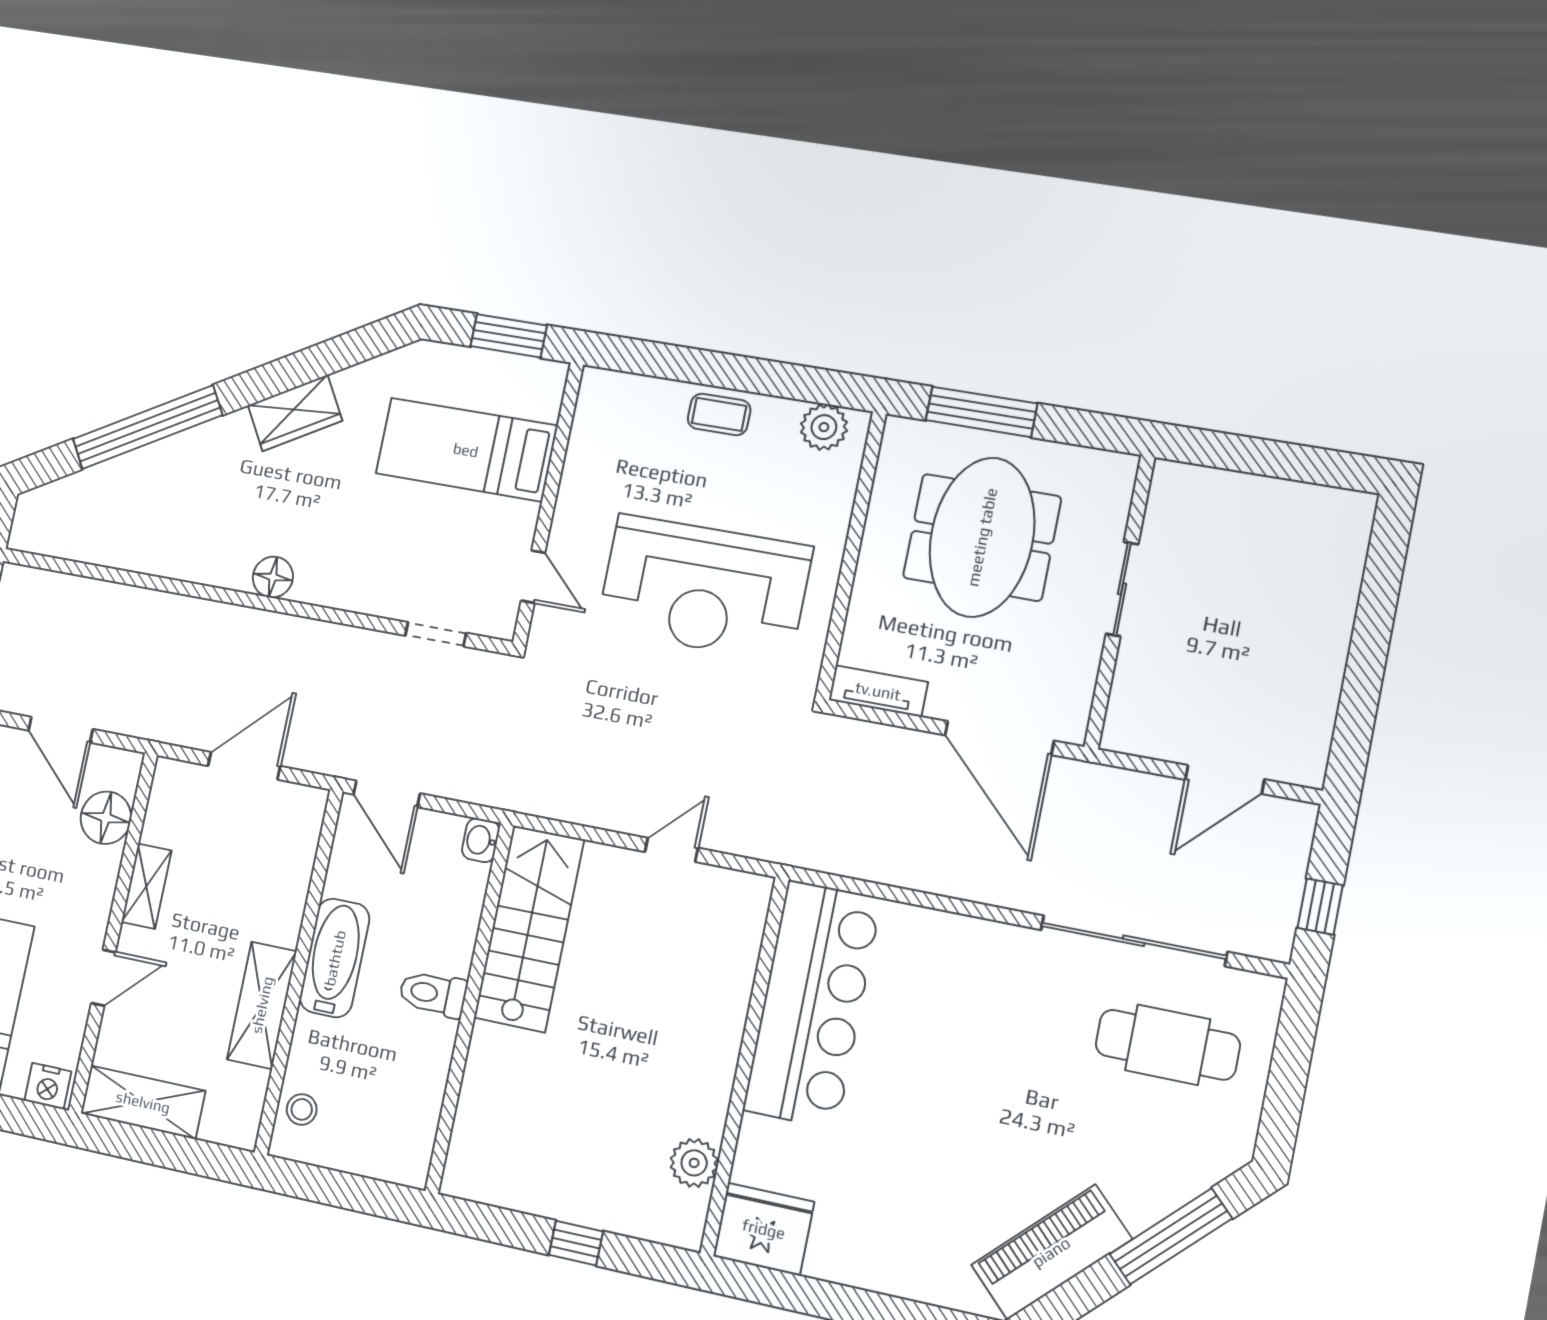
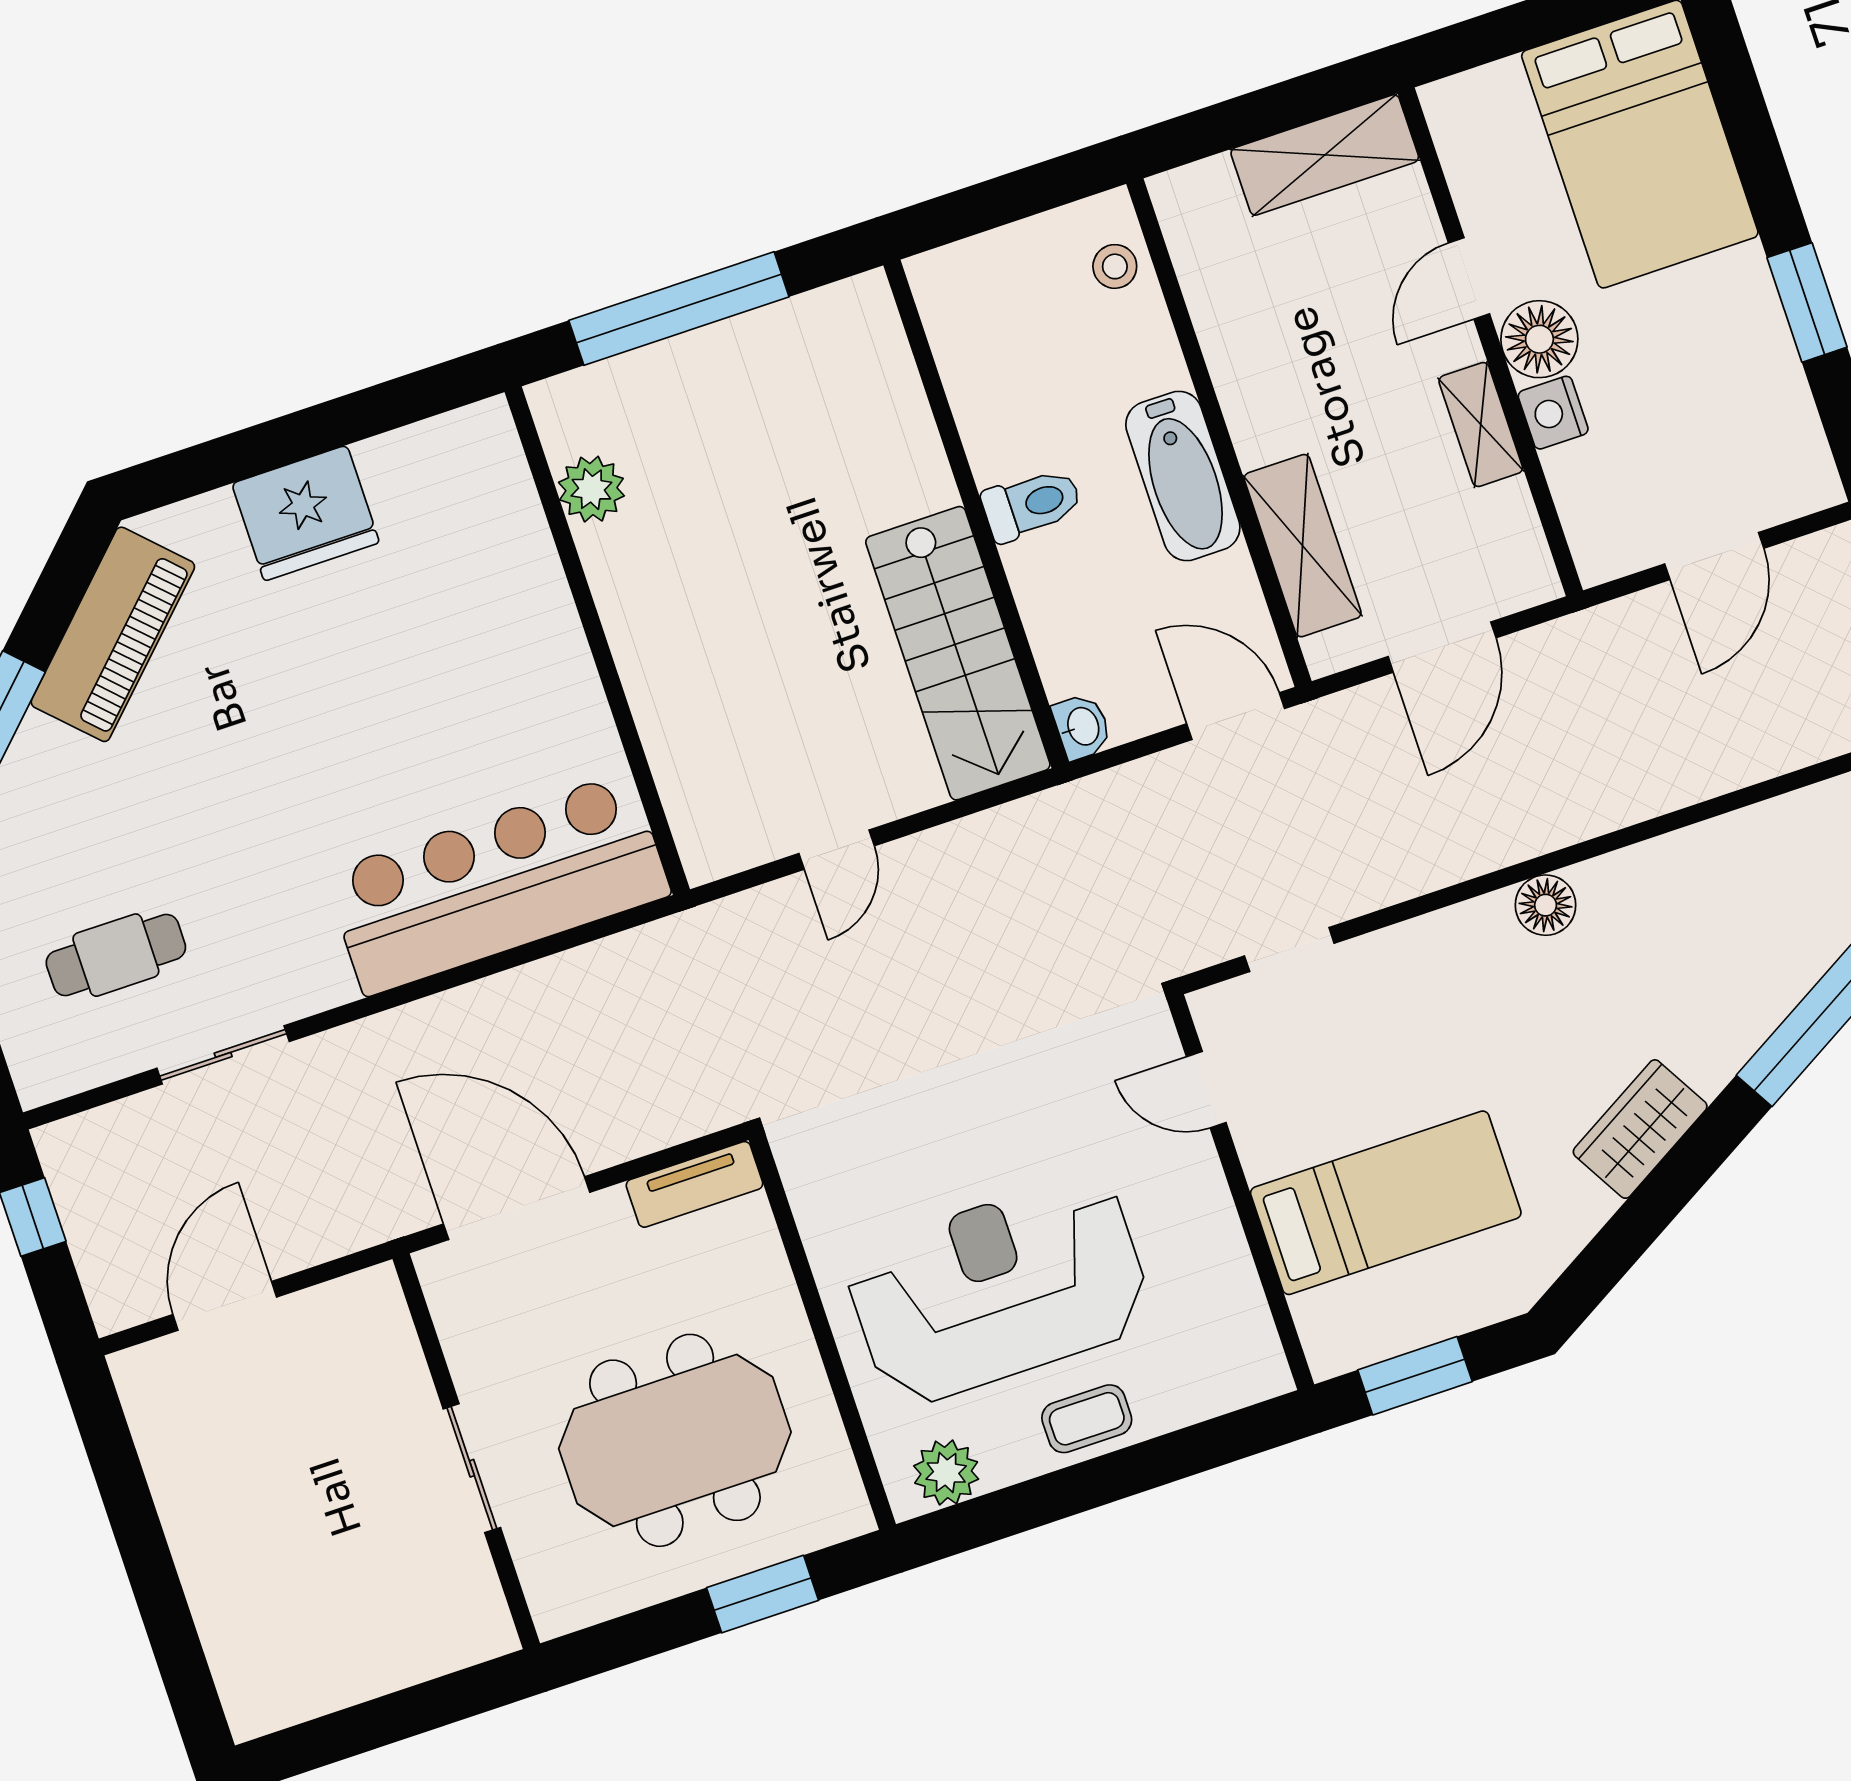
window: (981, 412) -> (763, 1594), width x0.69
meeting table: (982, 537) -> (675, 1440), turned 90
reception desk: (704, 588) -> (999, 1290), moved
door: (61, 730) -> (1714, 556), swing flipped
floor lamp: (106, 818) -> (1539, 339), moved
sliding door: (1134, 941) -> (223, 1055), width x0.54
bar counter: (812, 1004) -> (498, 884), moved, turned 90
shelving: (262, 1005) -> (1303, 546), moved
cafe table: (1168, 1045) -> (116, 955), width x0.73, depth x0.74
nightstand: (48, 1086) -> (1553, 413), moved, turned -90
fridge: (764, 1229) -> (306, 513), moved
window: (576, 1243) -> (679, 309), width x3.17

